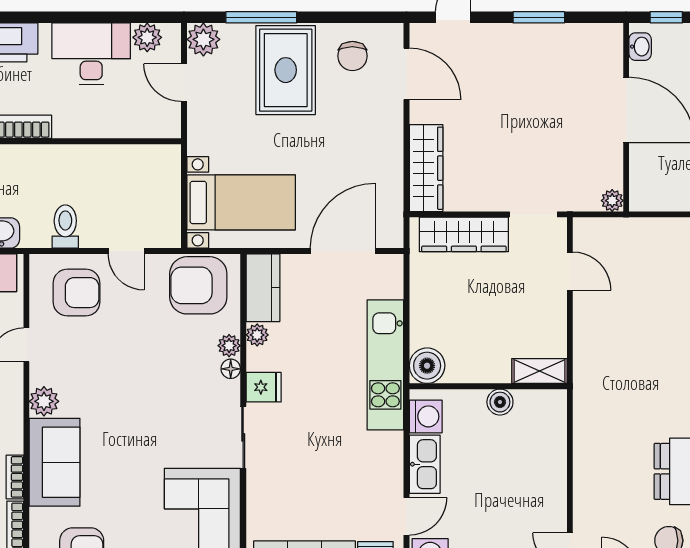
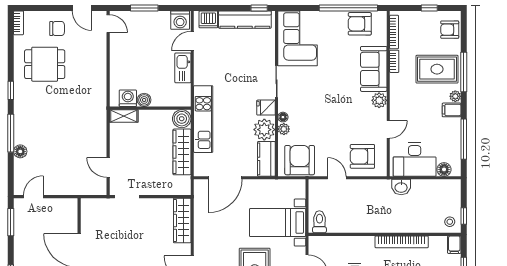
plant: (612, 201) -> (86, 204), removed
bed with nightstands: (241, 202) -> (278, 223), moved
toilet: (65, 227) -> (319, 222), moved, turned 180
wardrobe: (464, 234) -> (182, 152), moved, turned -90
armchair: (198, 285) -> (300, 160), turned -90
plant: (257, 335) -> (264, 130), width x1.87, depth x1.87
washing machine: (426, 416) -> (128, 98), moved, turned 90

